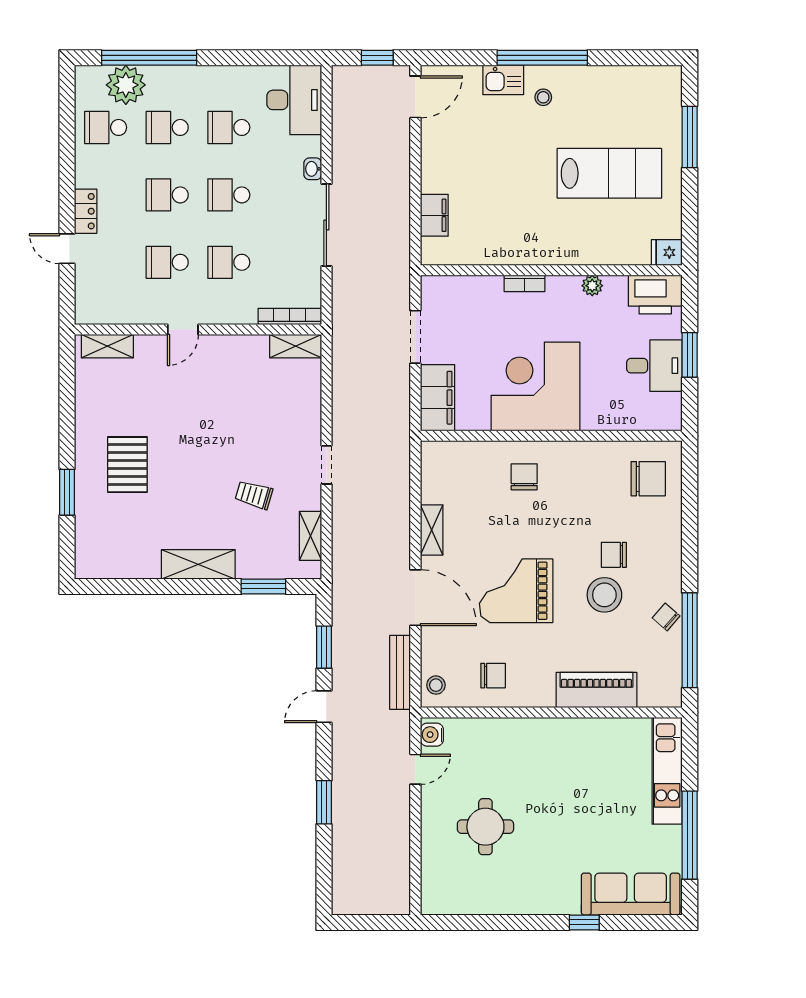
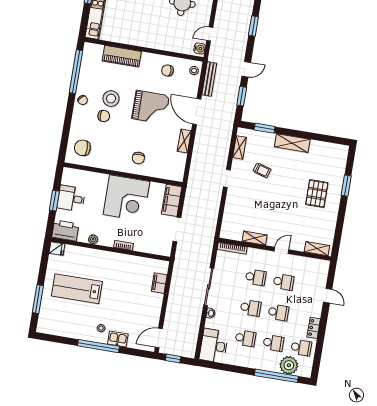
locker: (86, 211) -> (314, 328), moved
shelving: (296, 346) -> (255, 238), moved
chair: (666, 617) -> (83, 100), moved

